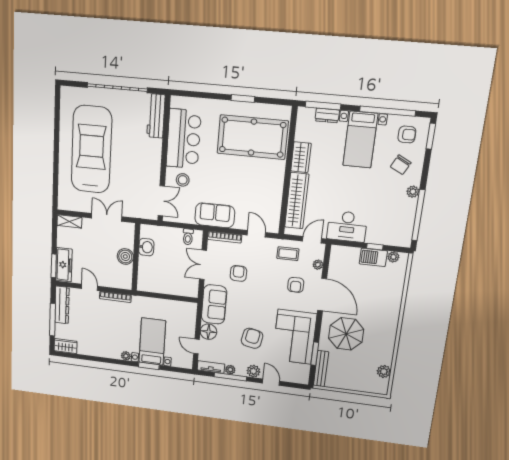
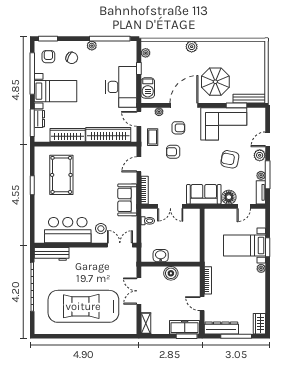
pool table: (252, 137) -> (61, 175), width x0.73, depth x0.76
wardrobe: (301, 157) -> (68, 135), width x1.50
desk: (347, 226) -> (121, 87), width x1.36, depth x1.30
barbecue: (373, 257) -> (148, 88), moved
armchair: (238, 273) -> (173, 152), moved
door: (90, 287) -> (202, 304), hinge flipped
plant: (384, 371) -> (192, 47), moved

